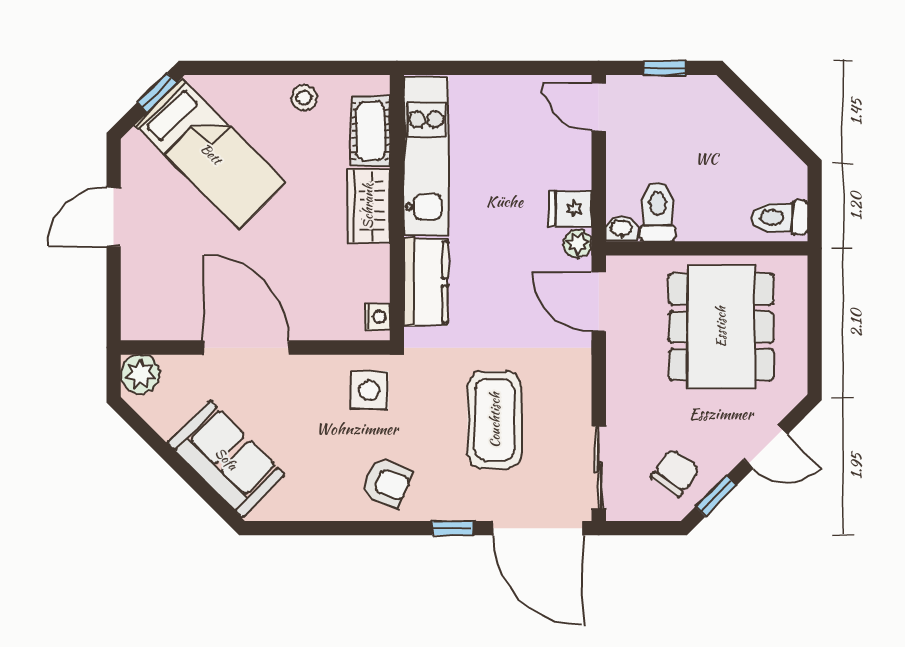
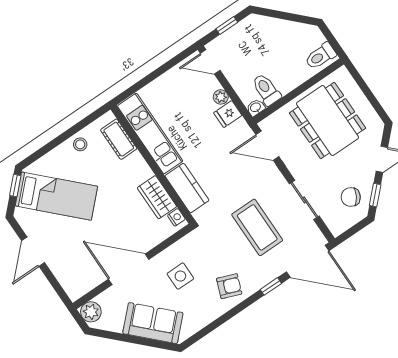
wardrobe: (368, 206) -> (157, 197), moved
plant: (578, 244) -> (221, 97), moved
side table: (369, 390) -> (180, 276), moved
sliding door: (599, 468) -> (304, 200), moved
chair: (675, 473) -> (351, 197), turned -95

